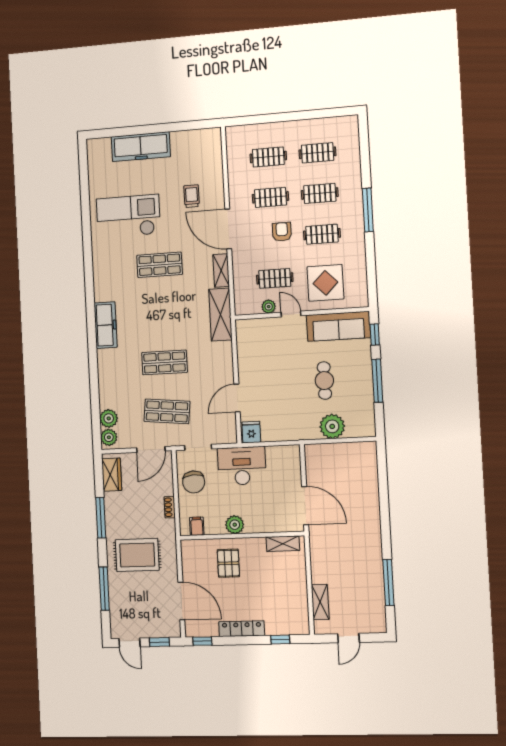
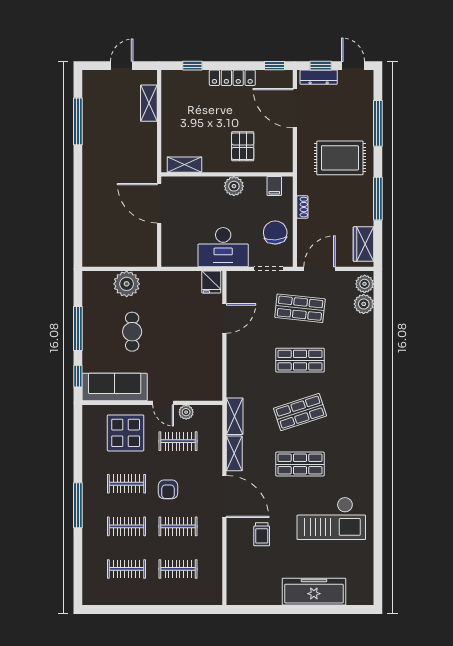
shop shelf: (162, 314) -> (300, 412), added
shelving: (220, 315) -> (235, 416), width x0.67, depth x0.75
freezer: (106, 325) -> (362, 404), removed
dresser: (161, 631) -> (319, 77), added

